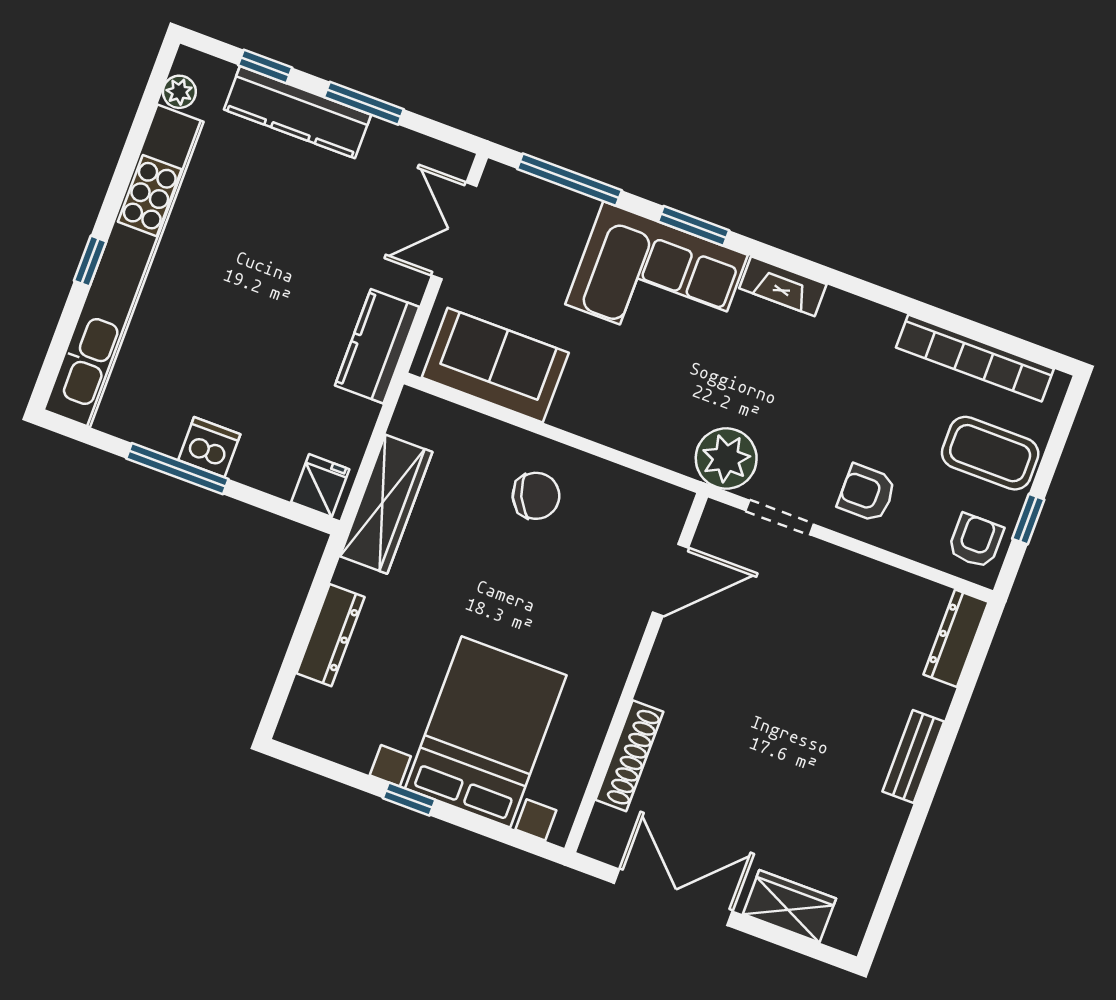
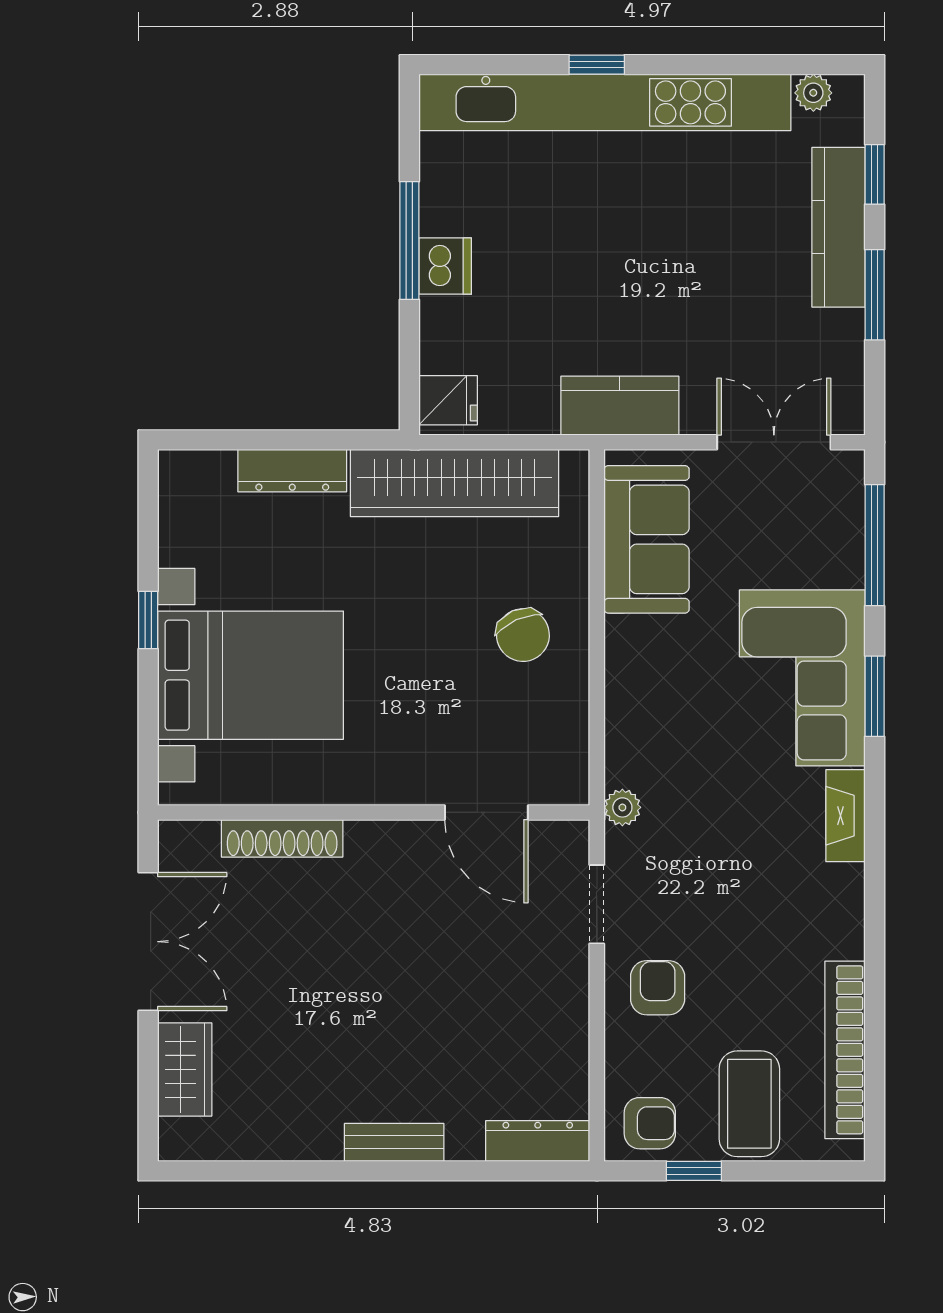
plant: (726, 459) -> (622, 807), width x0.53, depth x0.53
wardrobe: (386, 504) -> (455, 483), width x1.40, depth x1.17

